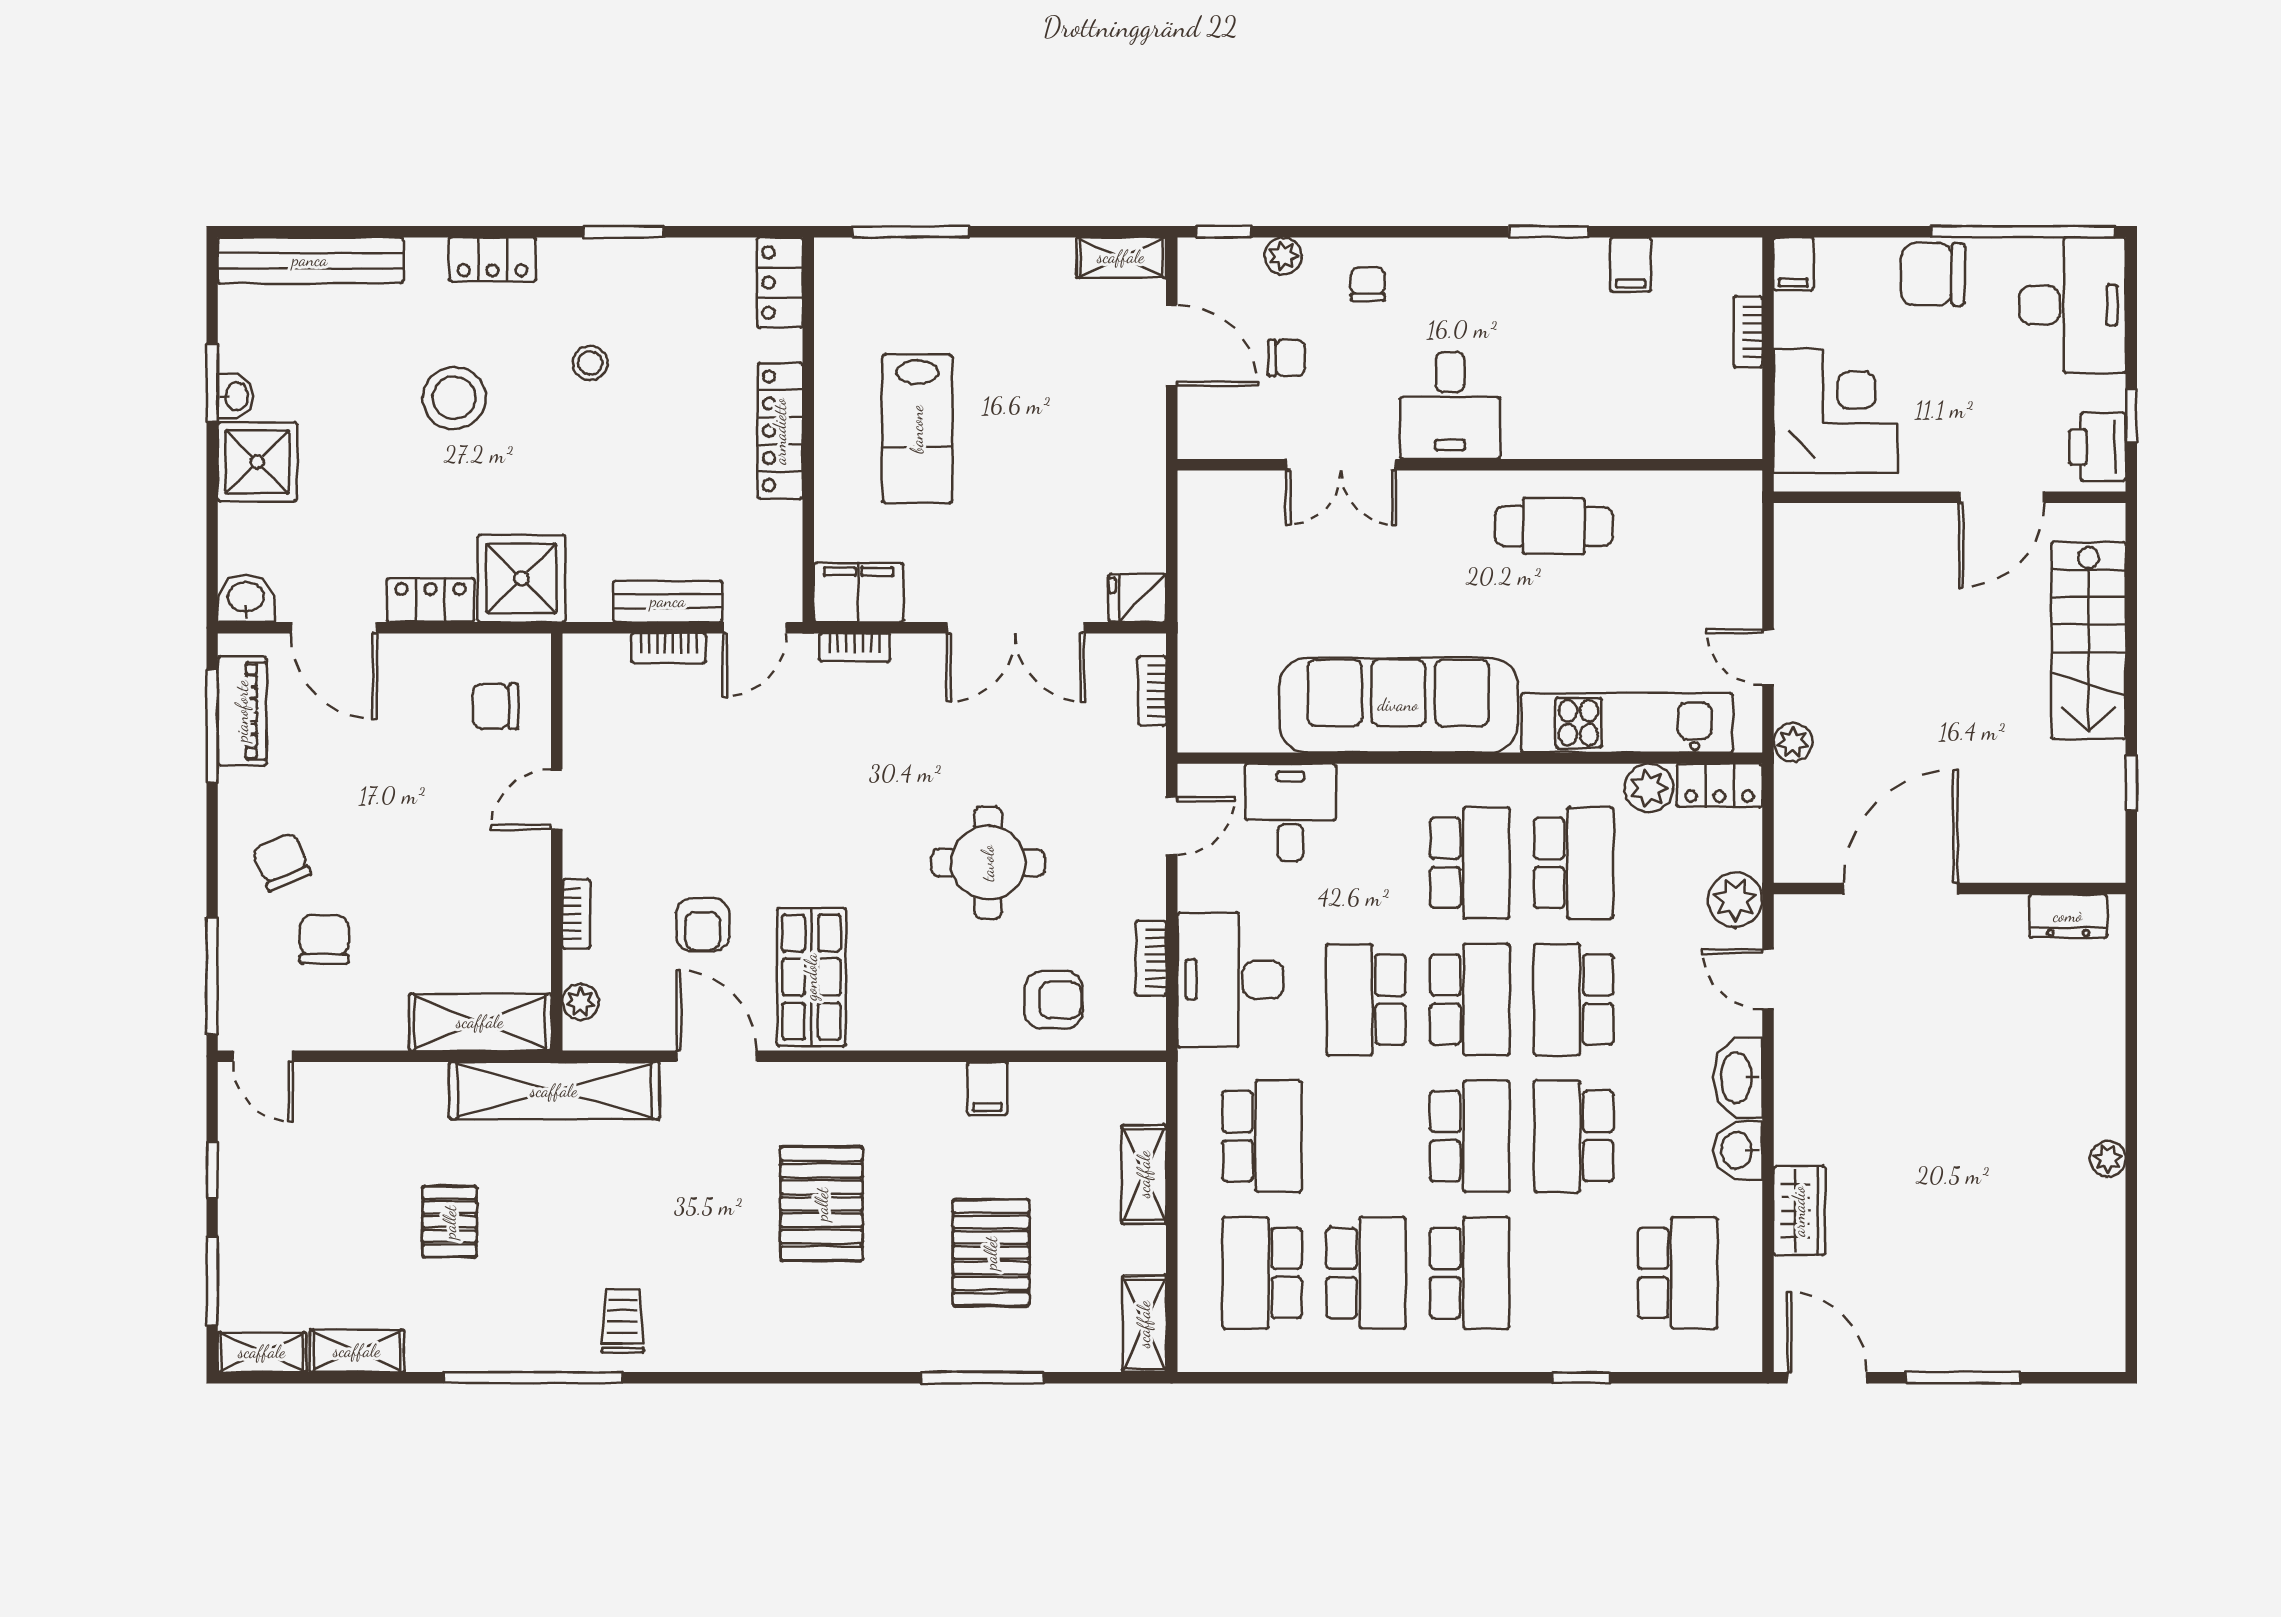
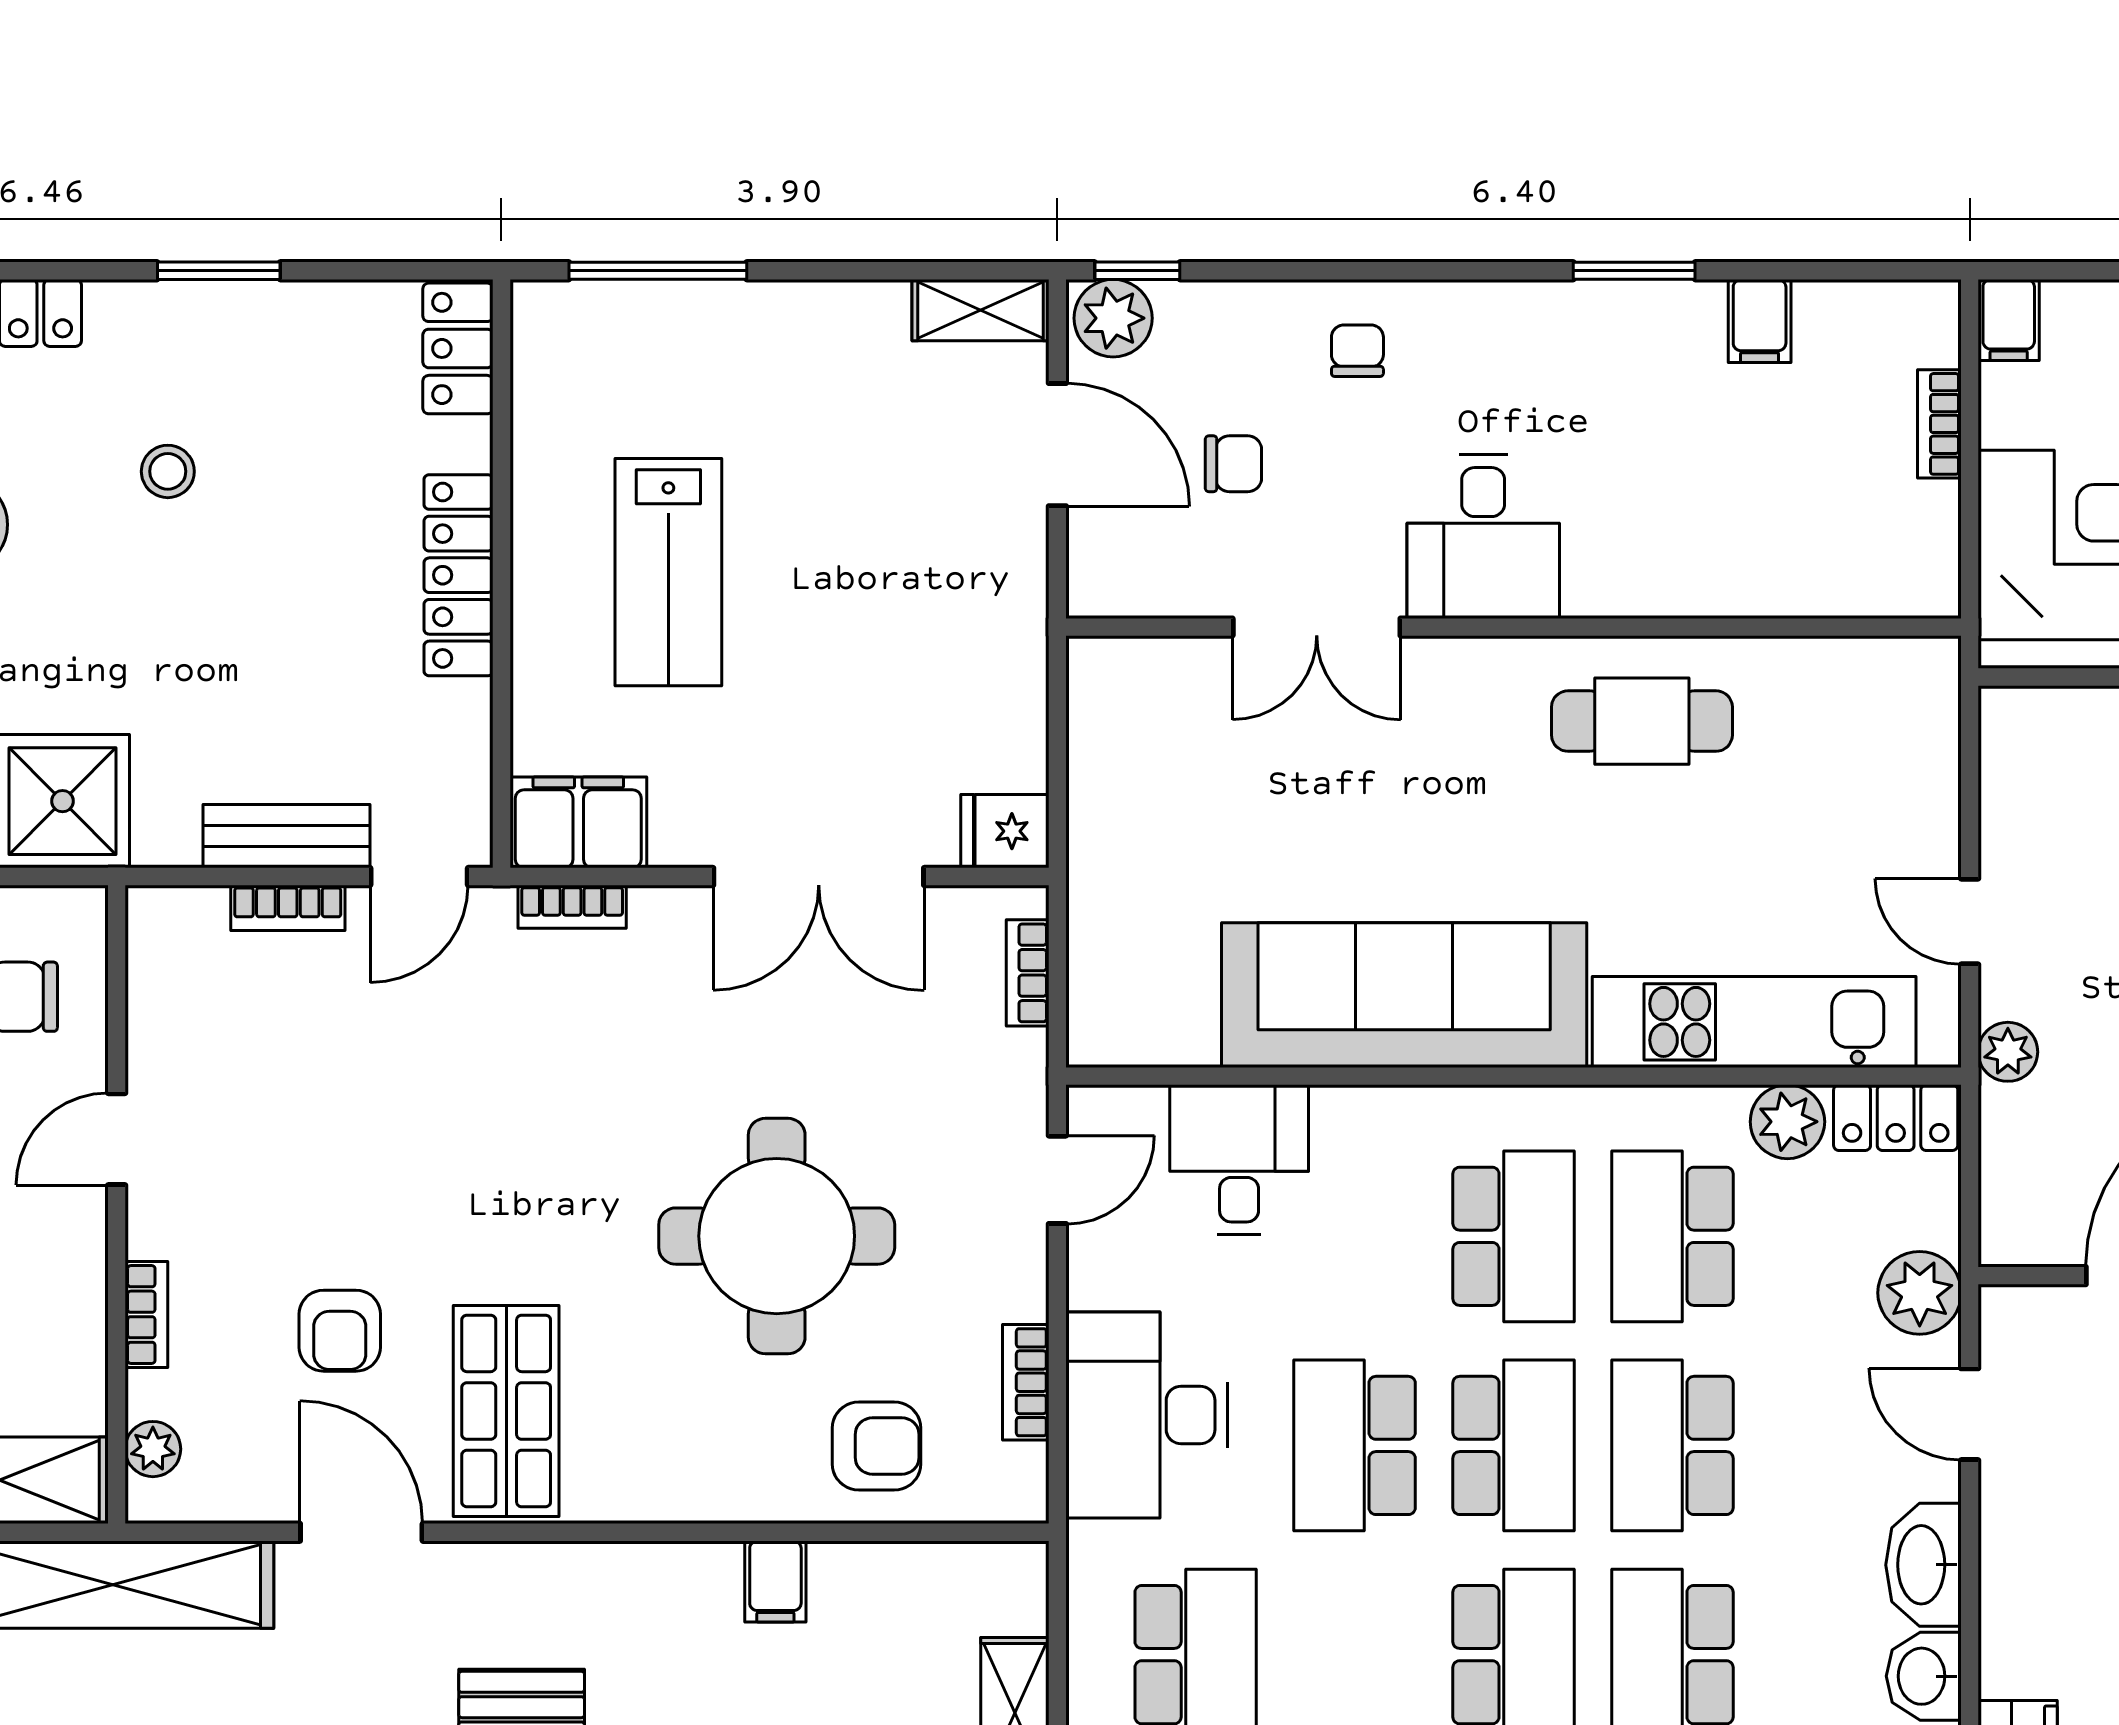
plant: (1283, 256) -> (1113, 318), moved, width x1.38, depth x1.38
round table: (988, 863) -> (777, 1236), width x1.36, depth x1.36
school desk: (1574, 863) -> (1672, 1236), turned 180

